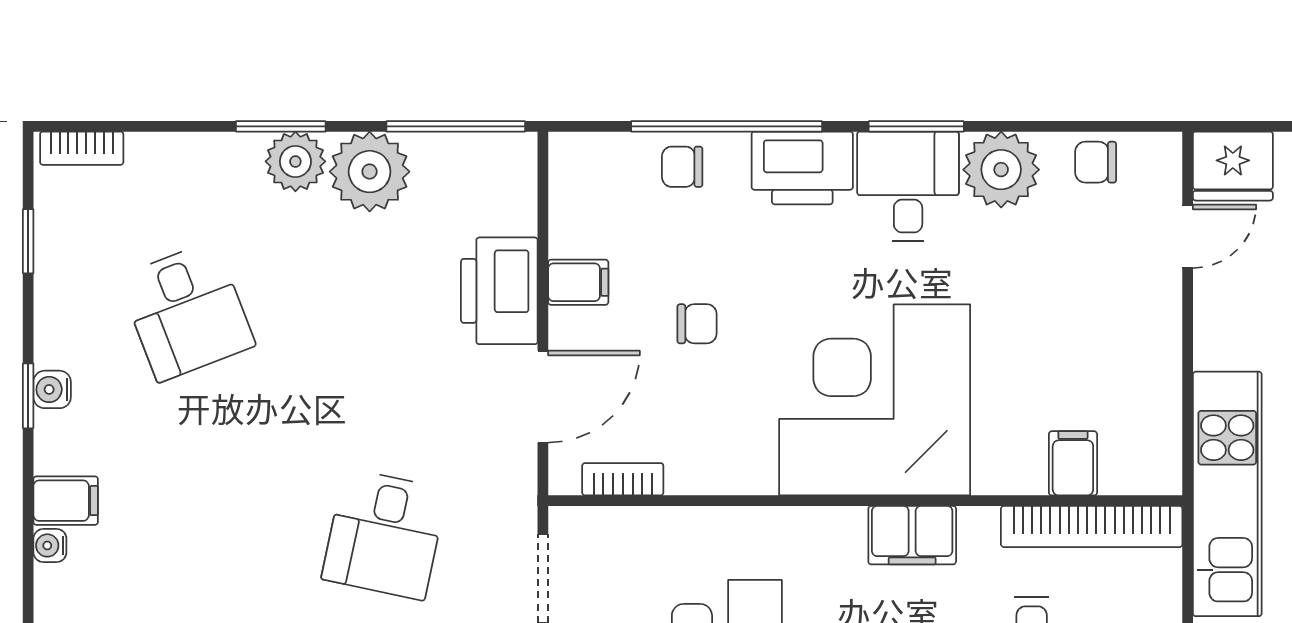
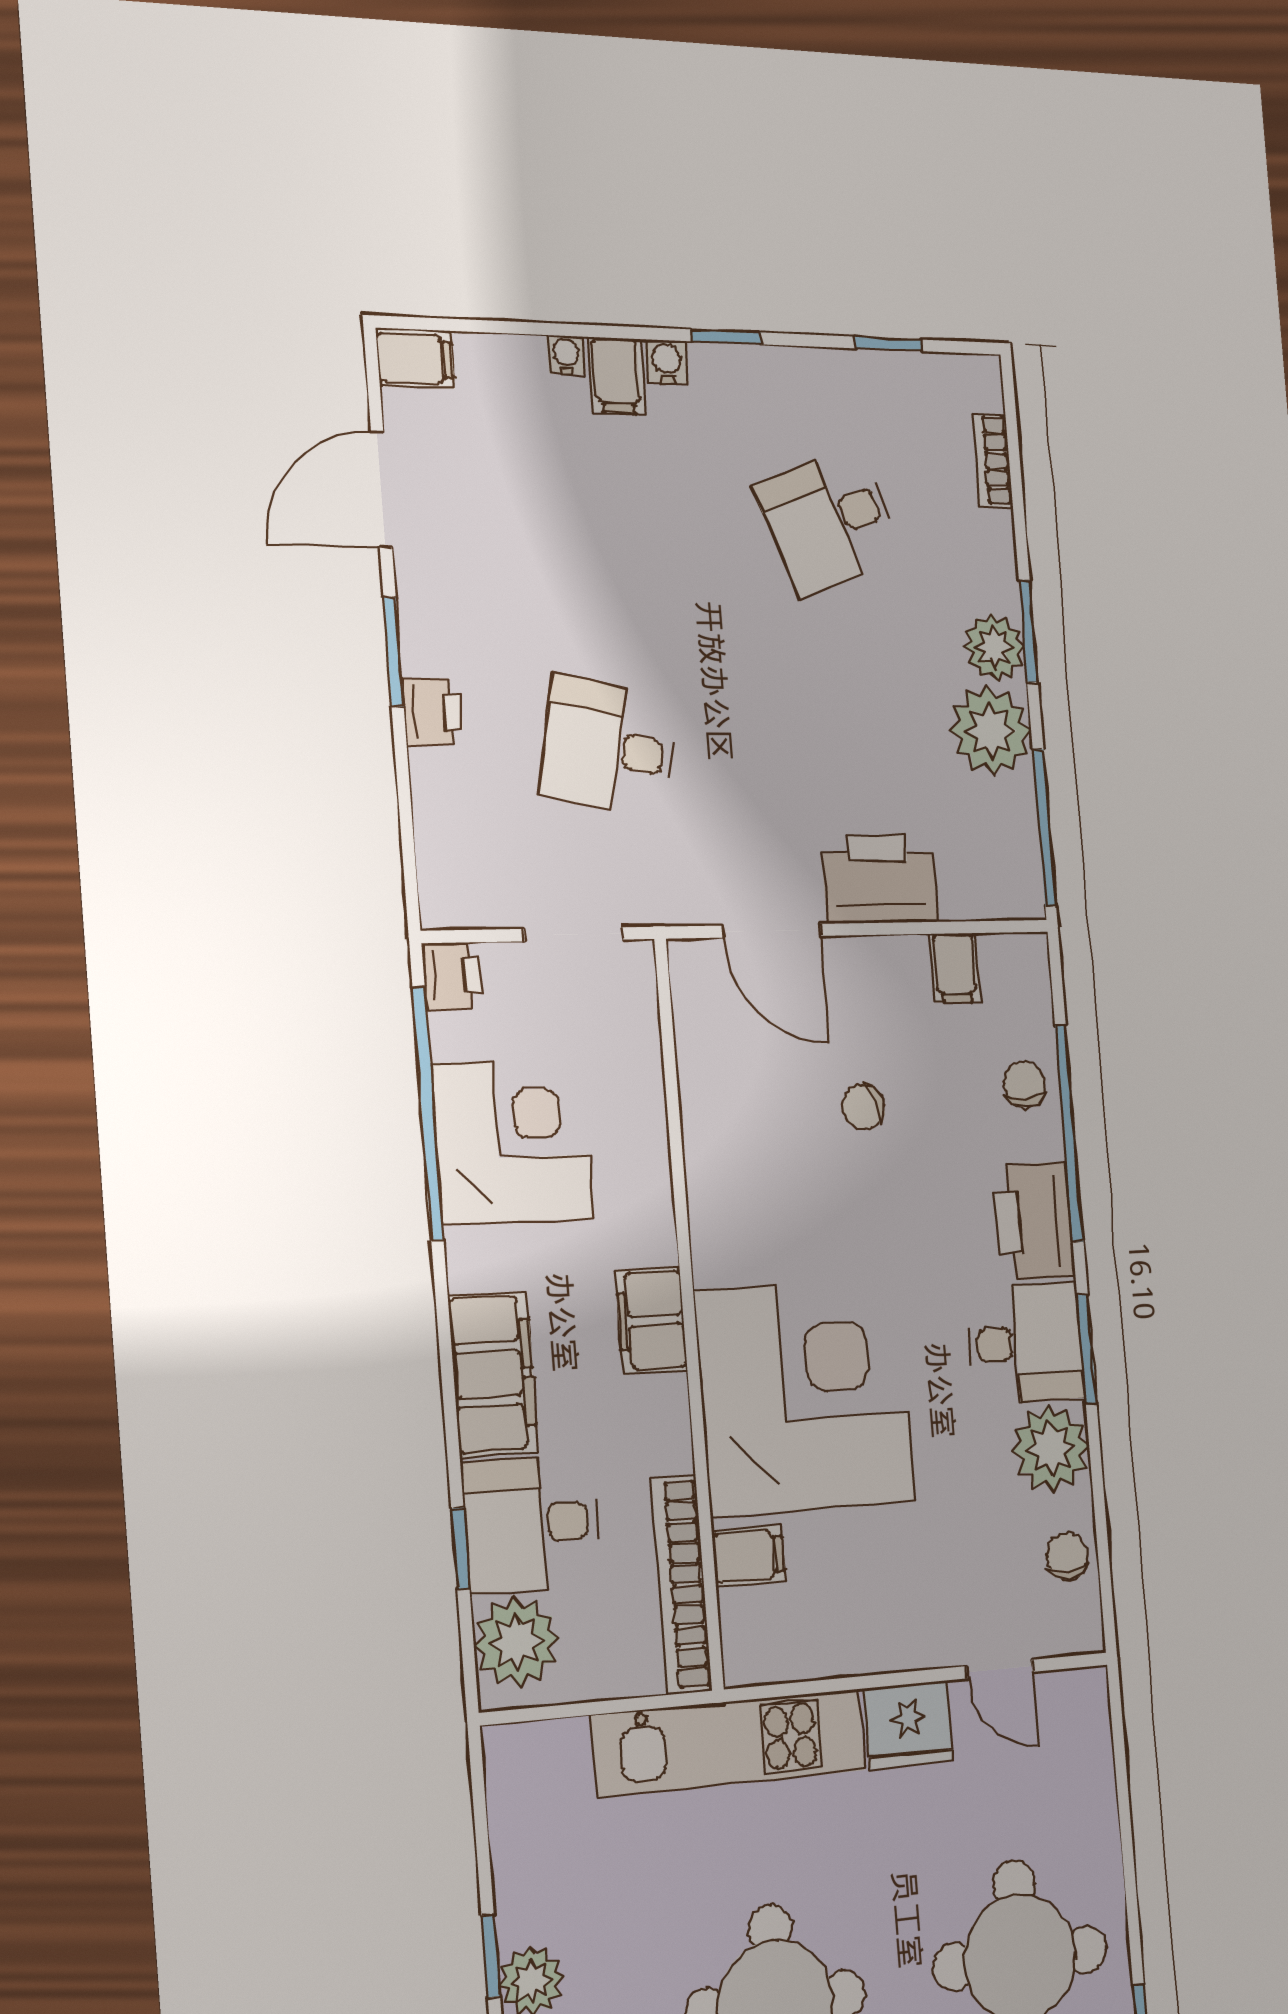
bookcase: (82, 148) -> (993, 460), moved
fridge: (1233, 166) -> (908, 1725), moved, turned -90
filing cabinet: (578, 282) -> (955, 968), moved
chair: (697, 324) -> (863, 1107), turned 69
water cooler: (52, 389) -> (667, 362), moved
corner desk: (875, 400) -> (805, 1397), moved
bookcase: (623, 479) -> (690, 1026), removed
filing cabinet: (912, 535) -> (651, 1320), moved

